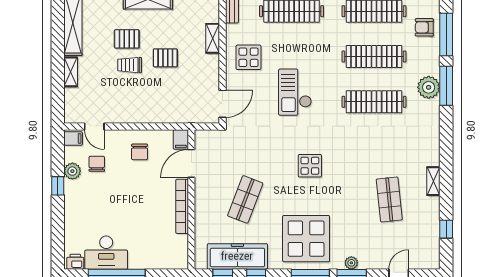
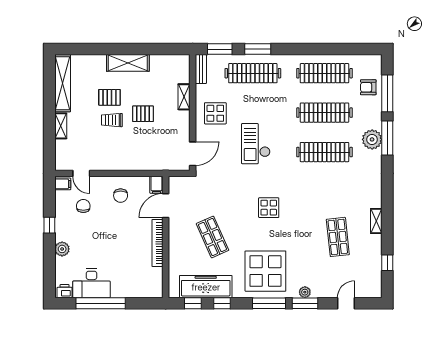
plant: (72, 171) -> (62, 249), moved
shop shelf: (245, 199) -> (212, 237), turned -45

